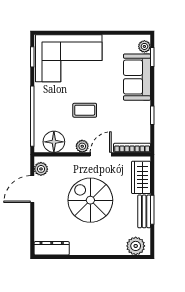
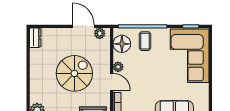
coffee table: (85, 110) -> (145, 41), moved
dresser: (52, 248) -> (35, 38), width x0.70

